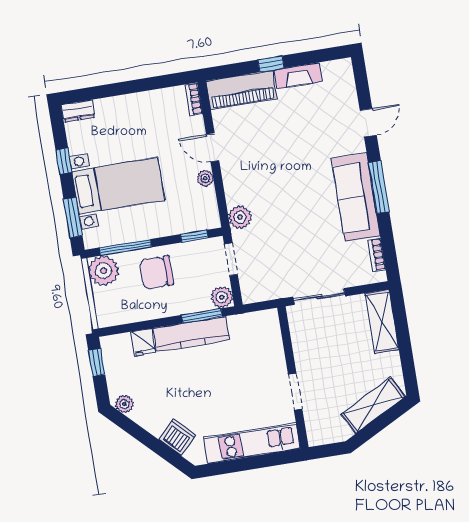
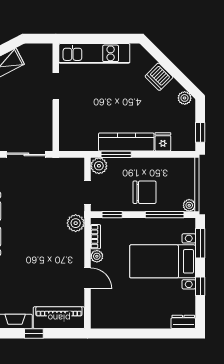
bookcase: (194, 99) -> (96, 237), moved
plant: (104, 271) -> (189, 205), width x0.53, depth x0.53
dishwasher: (177, 437) -> (159, 77), moved

